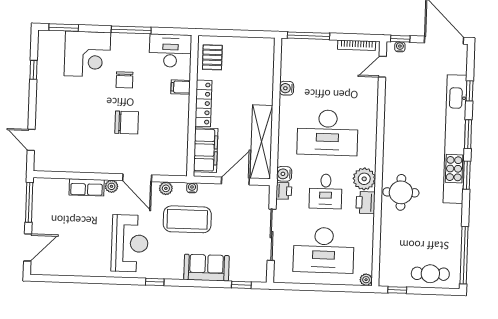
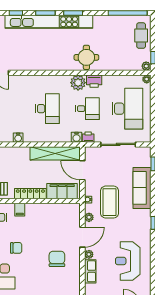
chair: (127, 123) -> (57, 259), moved
desk: (328, 133) -> (47, 109), width x0.73, depth x0.77
reception desk: (130, 243) -> (128, 261), moved, turned -90
sofa: (206, 268) -> (142, 188), width x1.36
plant: (385, 280) -> (146, 66), added

